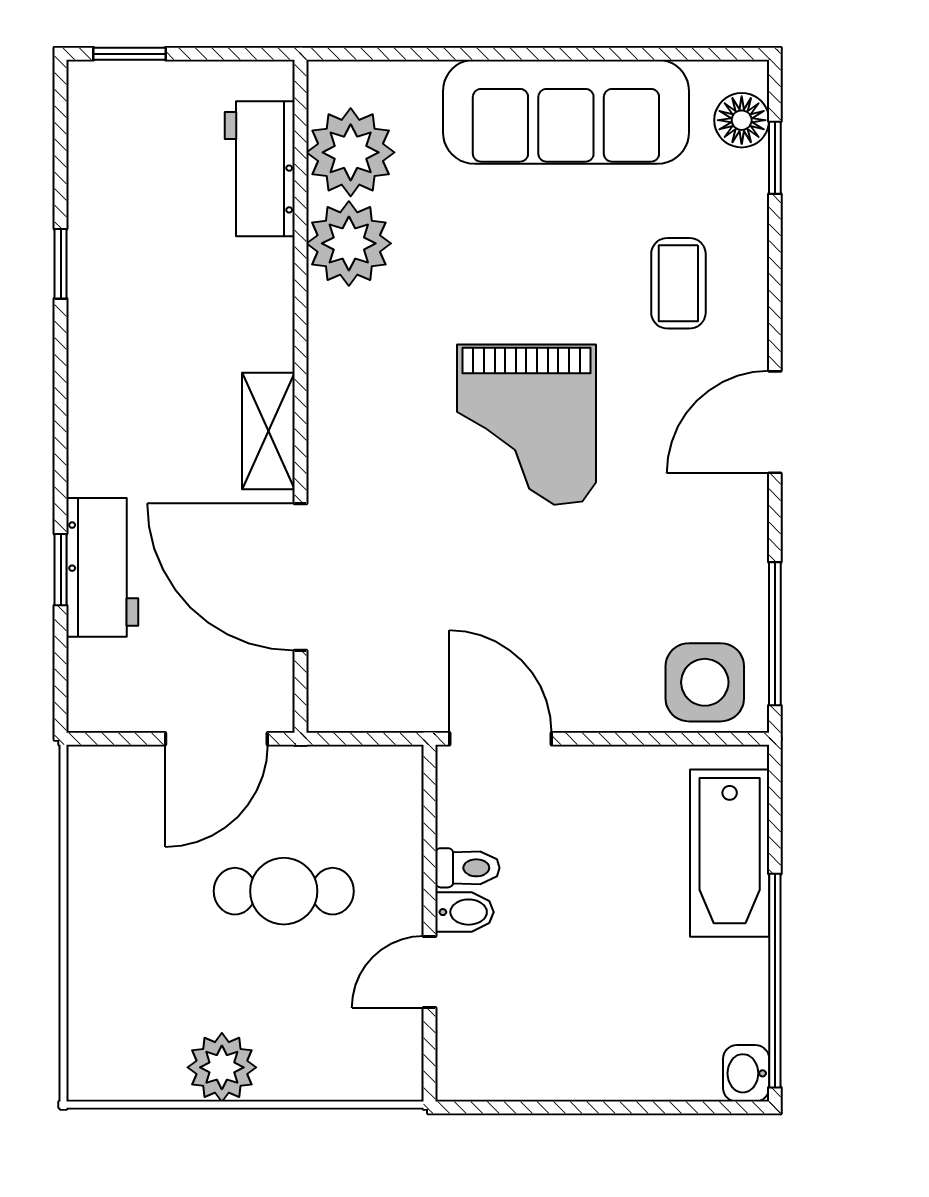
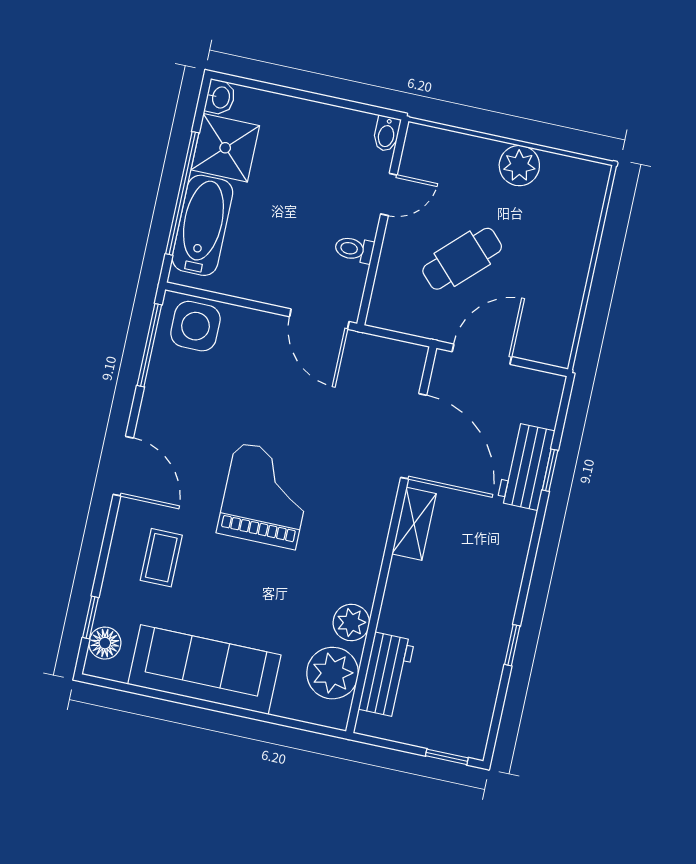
plant: (349, 243) -> (351, 623), width x0.73, depth x0.73
door: (775, 422) -> (123, 466), hinge flipped
cafe table: (284, 891) -> (462, 259), turned -44
bidet: (465, 912) -> (387, 134), moved, turned -90
window: (775, 981) -> (182, 193), moved
shower: (720, 991) -> (225, 148), added

